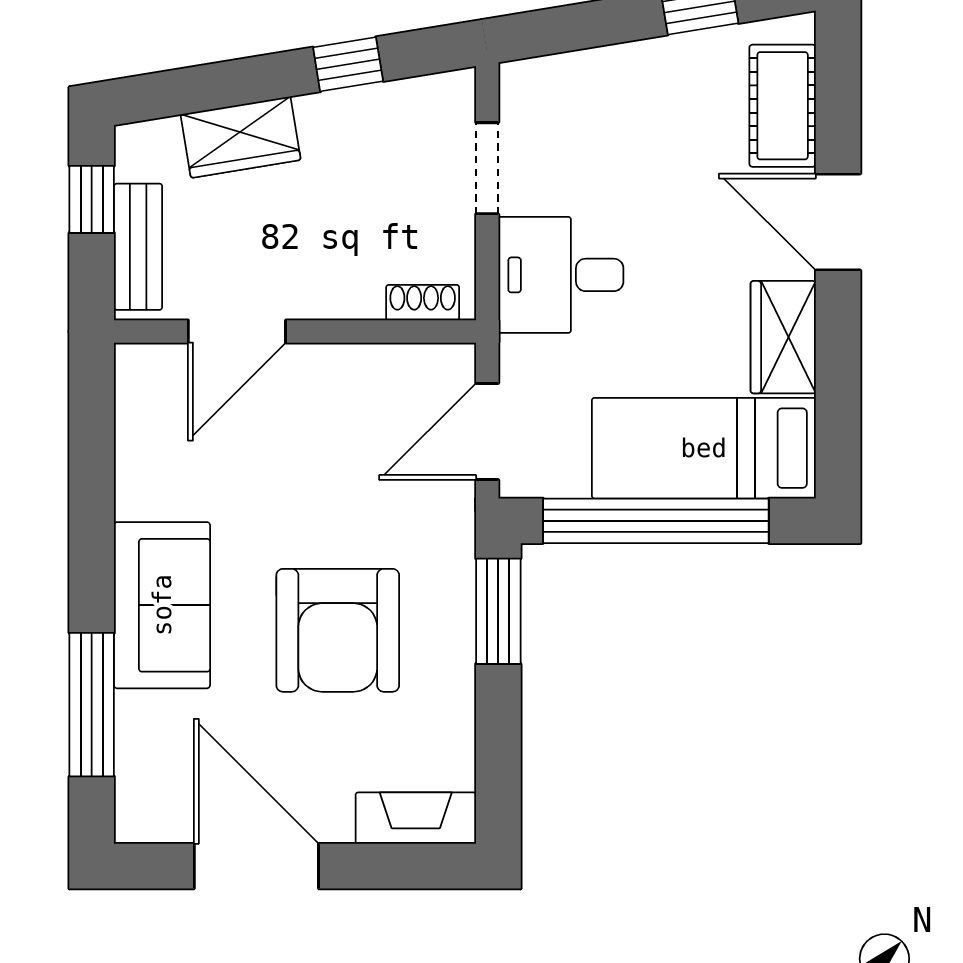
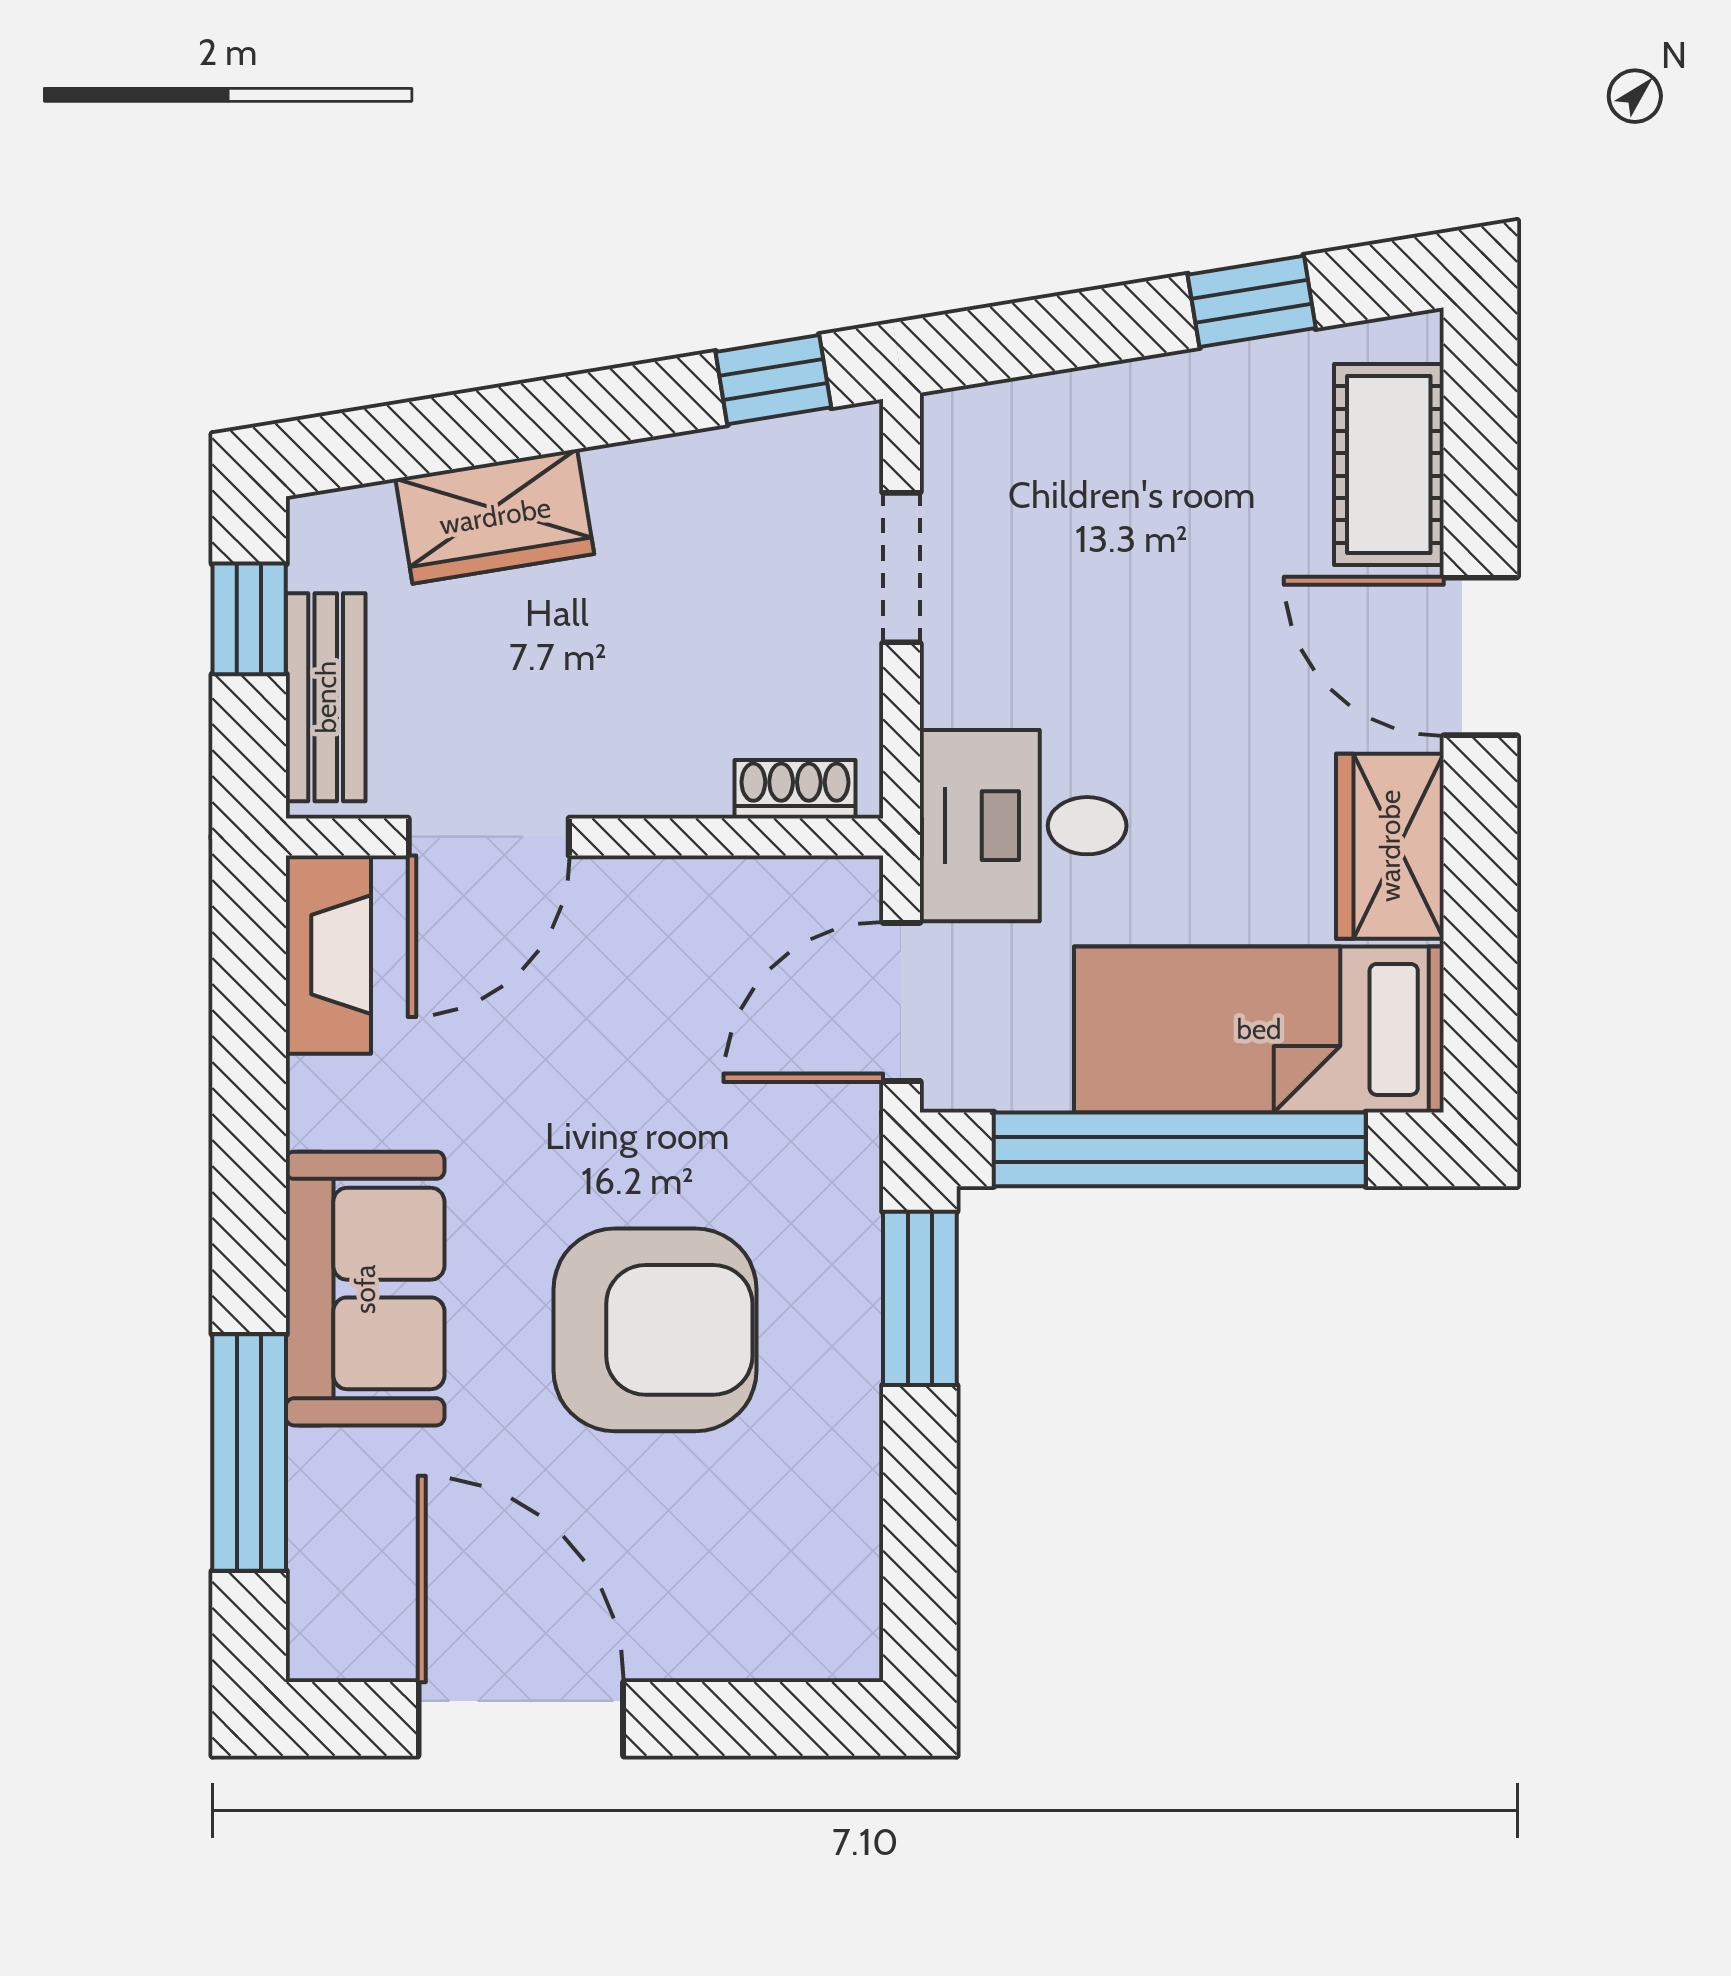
window: (348, 64) -> (773, 380), moved
desk: (561, 275) -> (1023, 826), moved
armchair: (338, 630) -> (655, 1330), turned -90
fireplace: (416, 818) -> (328, 955), moved, turned 90

